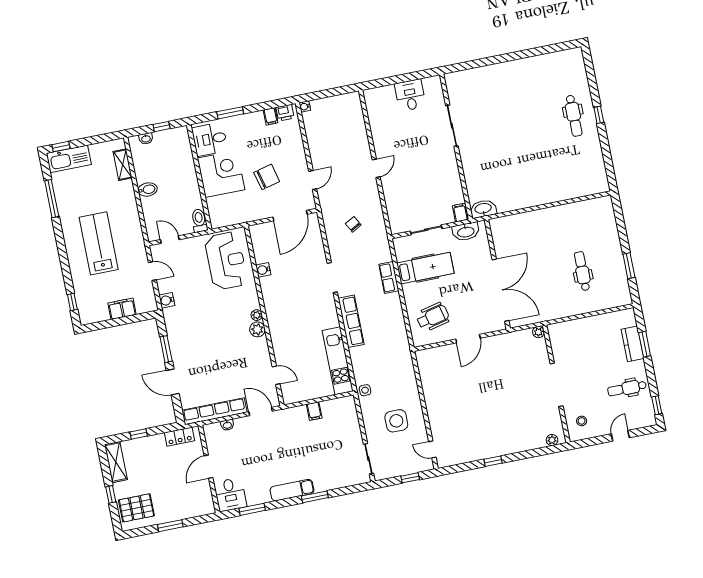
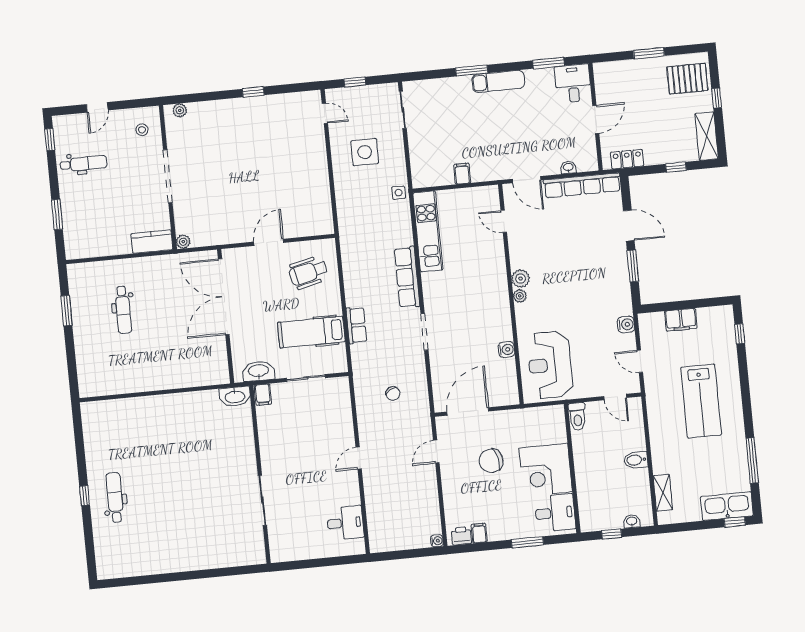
desk: (410, 95) -> (345, 523), moved, turned -90
kitchen counter: (632, 344) -> (152, 242), moved, turned -90

